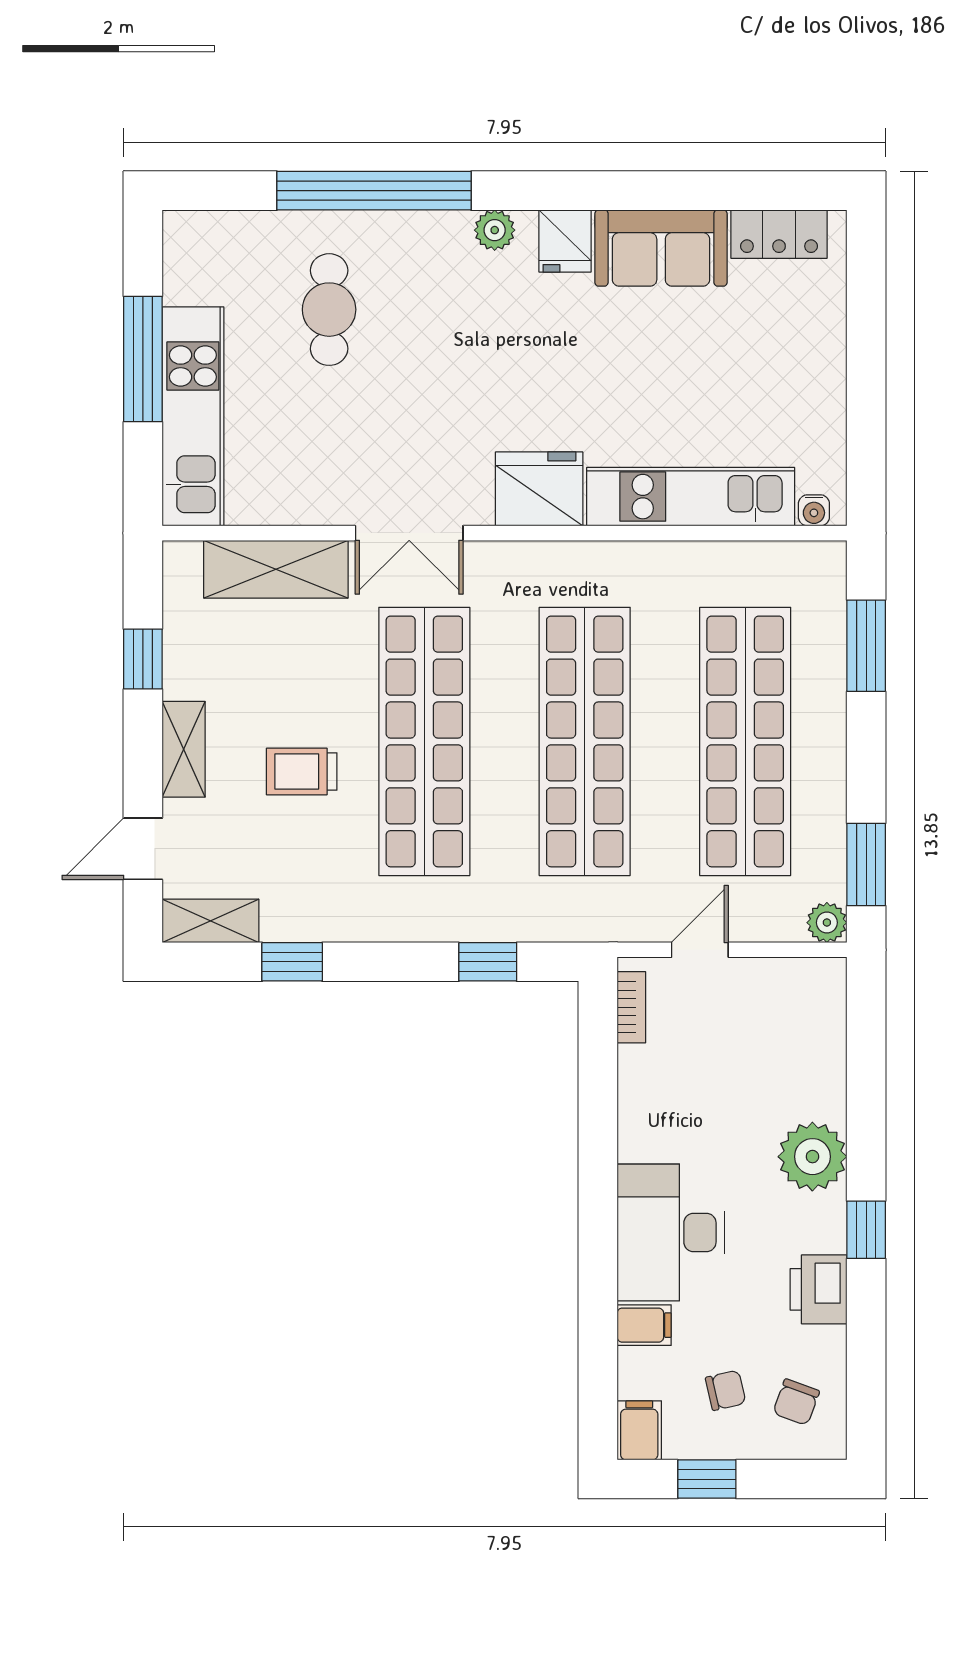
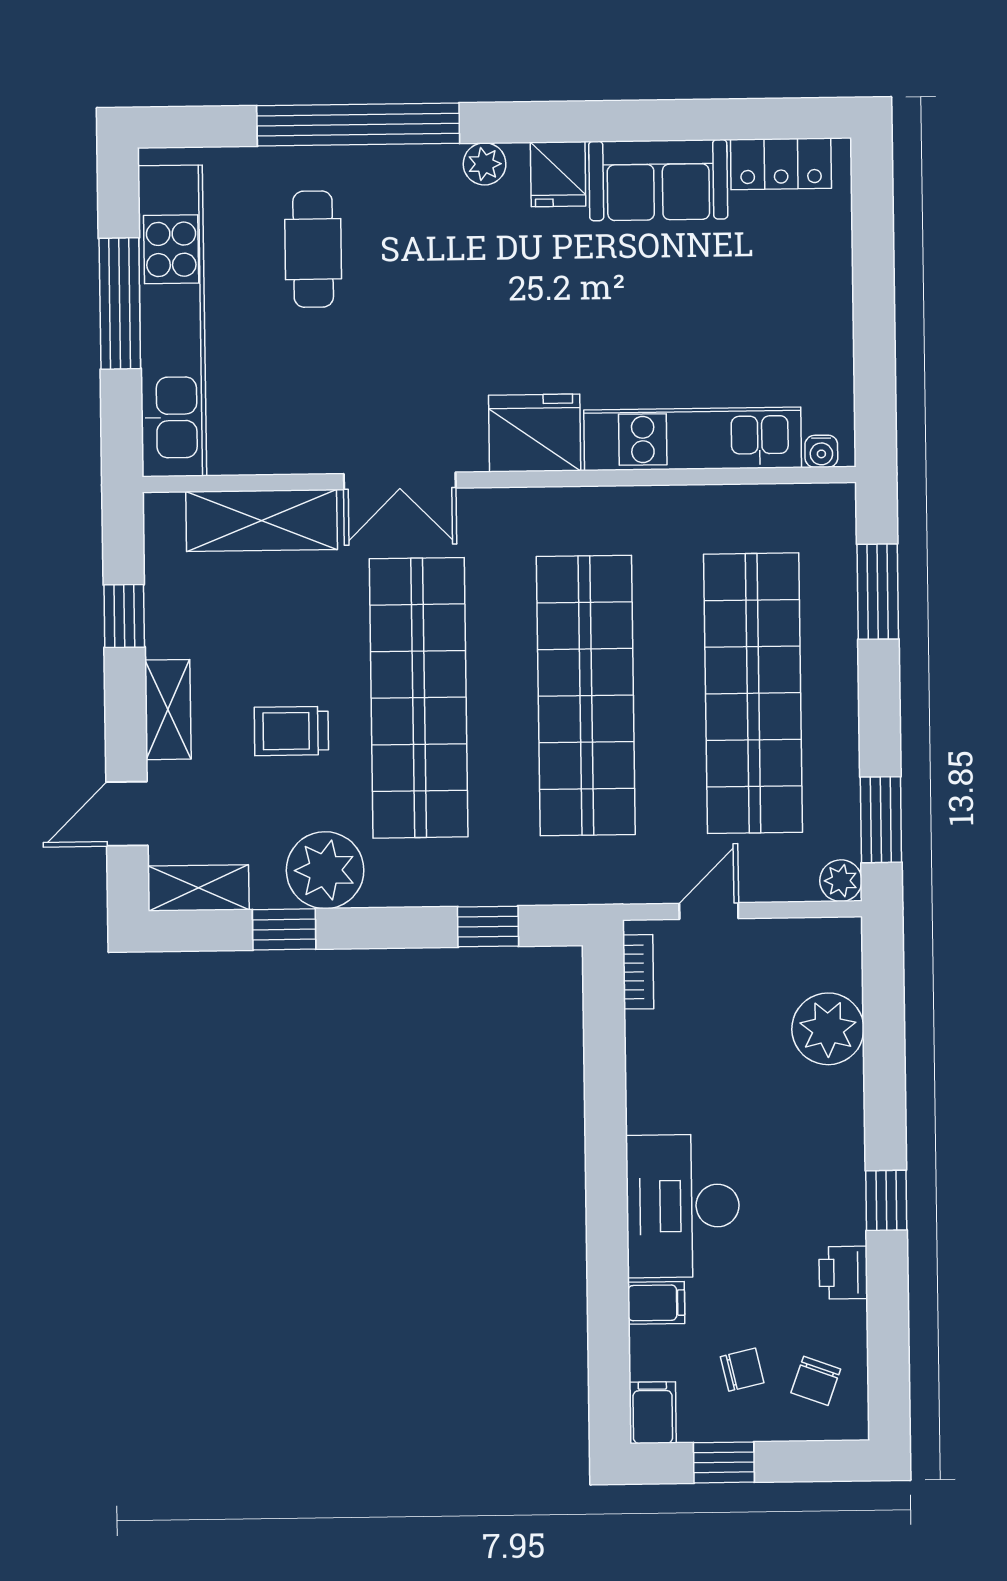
kitchen unit: (193, 416) -> (172, 321), width x1.36
plant: (332, 906) -> (325, 870), added
plant: (812, 1157) -> (828, 1029), moved
printer: (819, 1289) -> (843, 1273), width x0.73, depth x0.81

